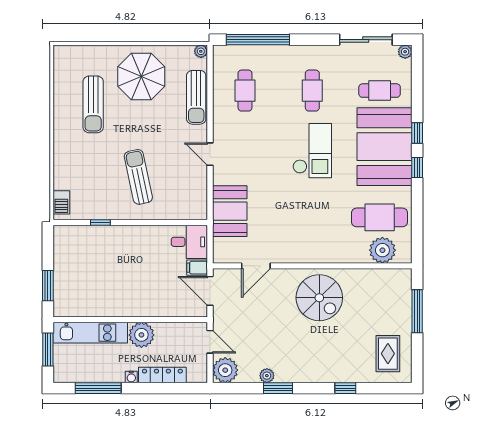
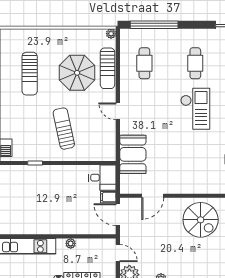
parasol: (141, 77) -> (77, 73), moved
plant: (141, 335) -> (71, 243), width x0.53, depth x0.53

